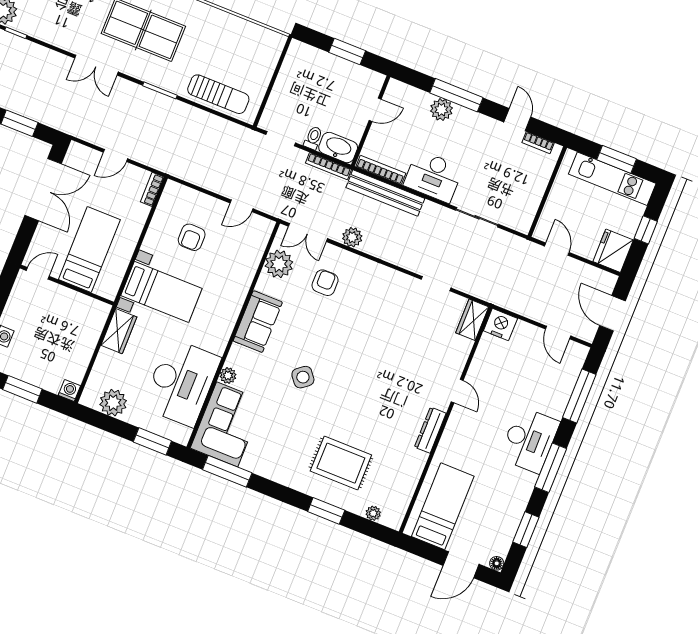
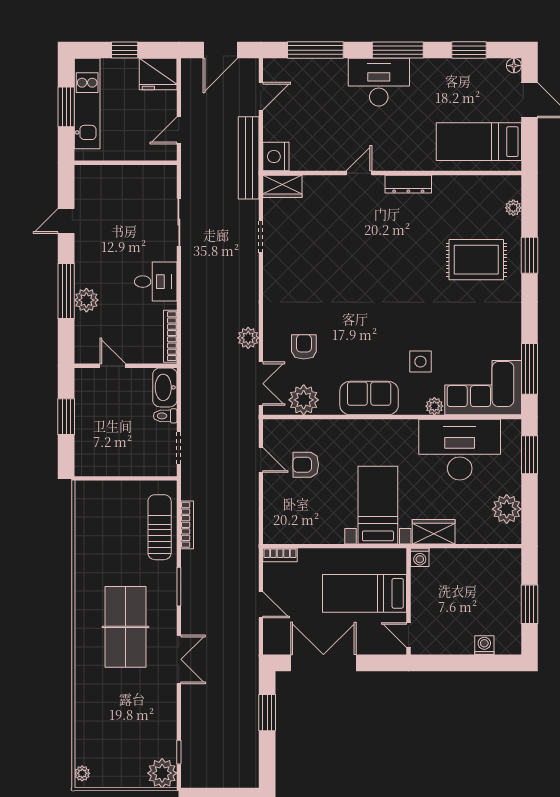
bookcase: (538, 143) -> (81, 191), removed
bookcase: (328, 166) -> (187, 525), moved
desk: (433, 176) -> (156, 282), width x0.73
bench: (385, 193) -> (249, 158), moved
armchair: (192, 237) -> (306, 465), moved, turned 180
armchair: (325, 283) -> (304, 347), turned 90
side table: (303, 377) -> (420, 362), moved, turned 38
washing machine: (69, 391) -> (420, 557), moved, turned -90
rug: (341, 463) -> (476, 260), turned 90

